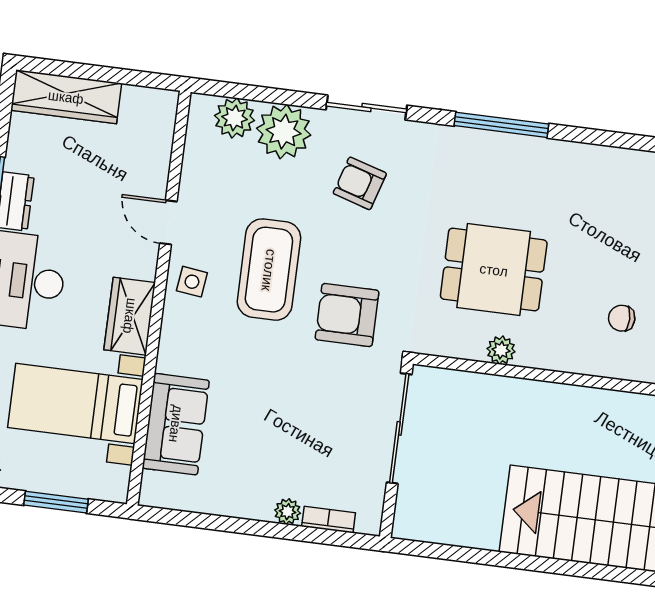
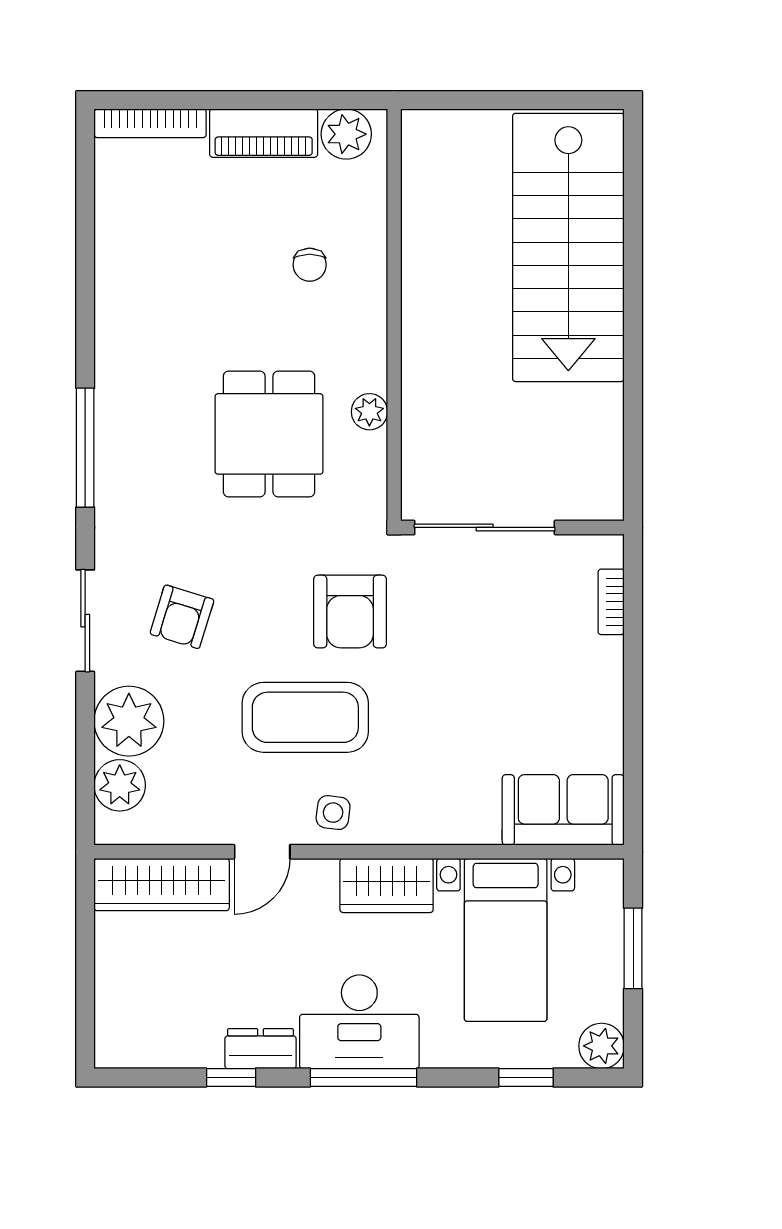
wardrobe: (66, 97) -> (162, 885), moved, turned 90
sofa: (176, 424) -> (563, 810), moved
plant: (288, 512) -> (608, 655), removed

